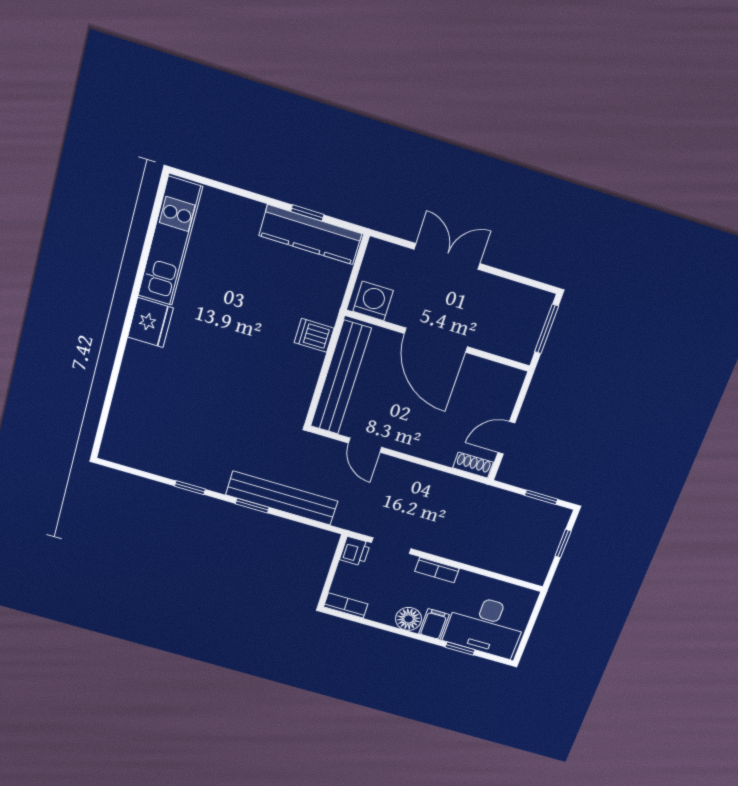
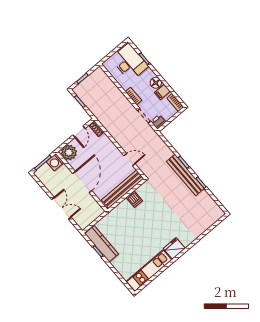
double door: (447, 256) -> (61, 208), swing flipped
washing machine: (373, 301) -> (55, 162), moved
dishwasher: (314, 335) -> (134, 199), moved
plant: (502, 384) -> (69, 152), added
door: (506, 438) -> (79, 132), hinge flipped
door: (365, 445) -> (130, 160), hinge flipped
bench: (282, 498) -> (185, 175), moved
filing cabinet: (434, 624) -> (162, 92), moved

